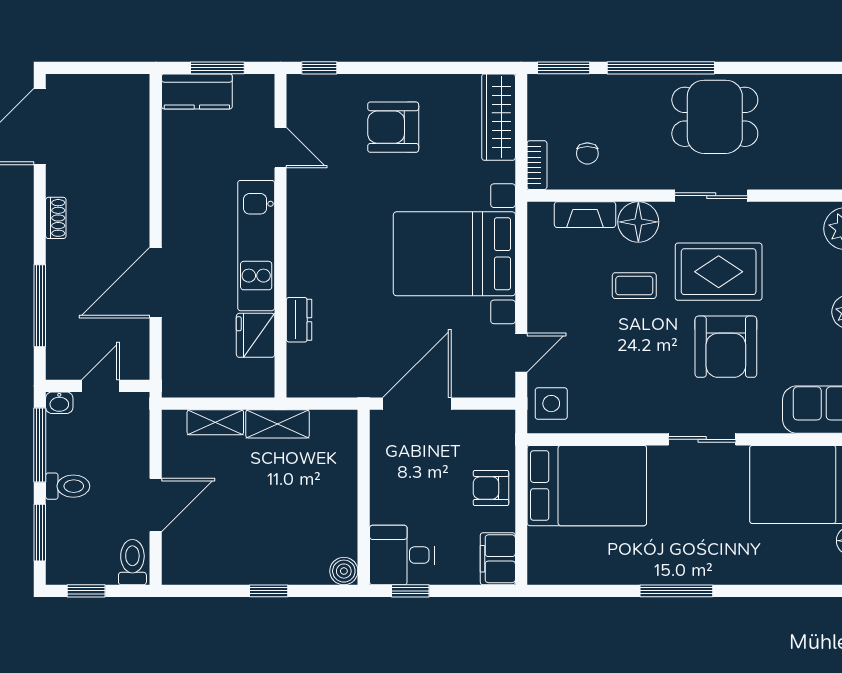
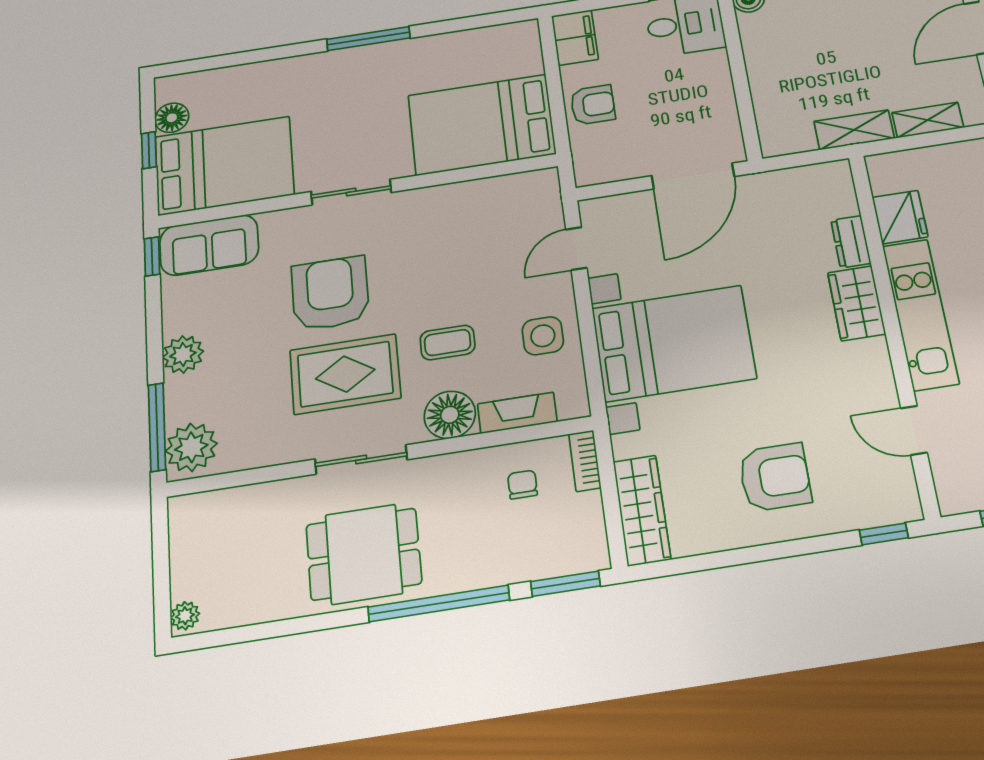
wardrobe: (304, 264) -> (857, 303), added
side table: (551, 404) -> (543, 336), moved

